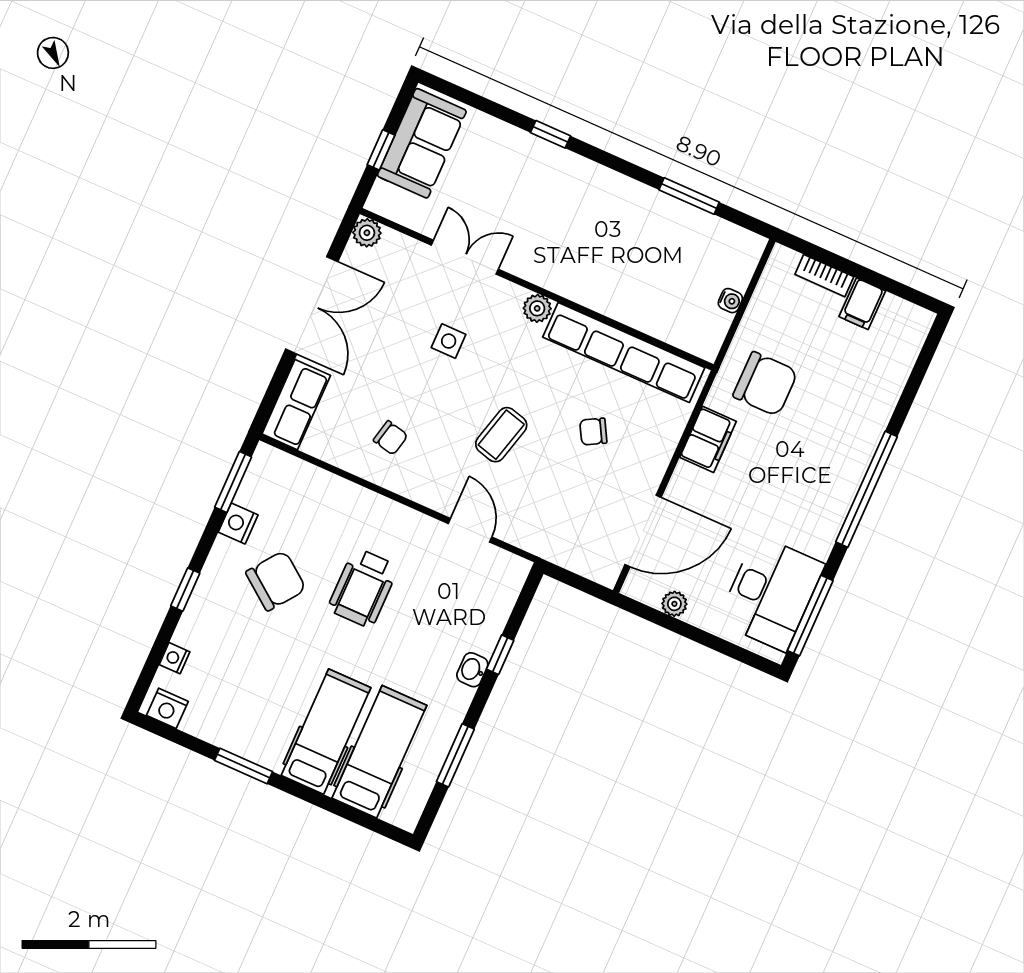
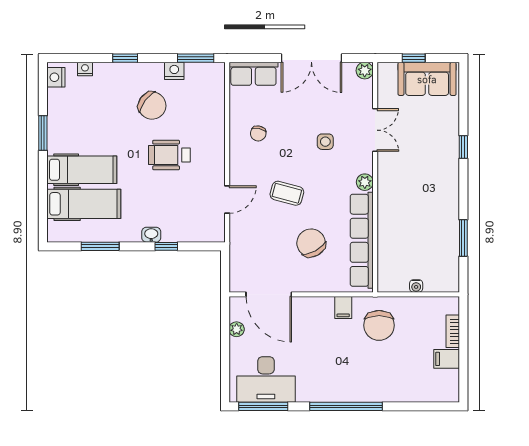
chair: (593, 432) -> (311, 243), width x1.87, depth x1.87
filing cabinet: (708, 439) -> (343, 308), width x0.50

